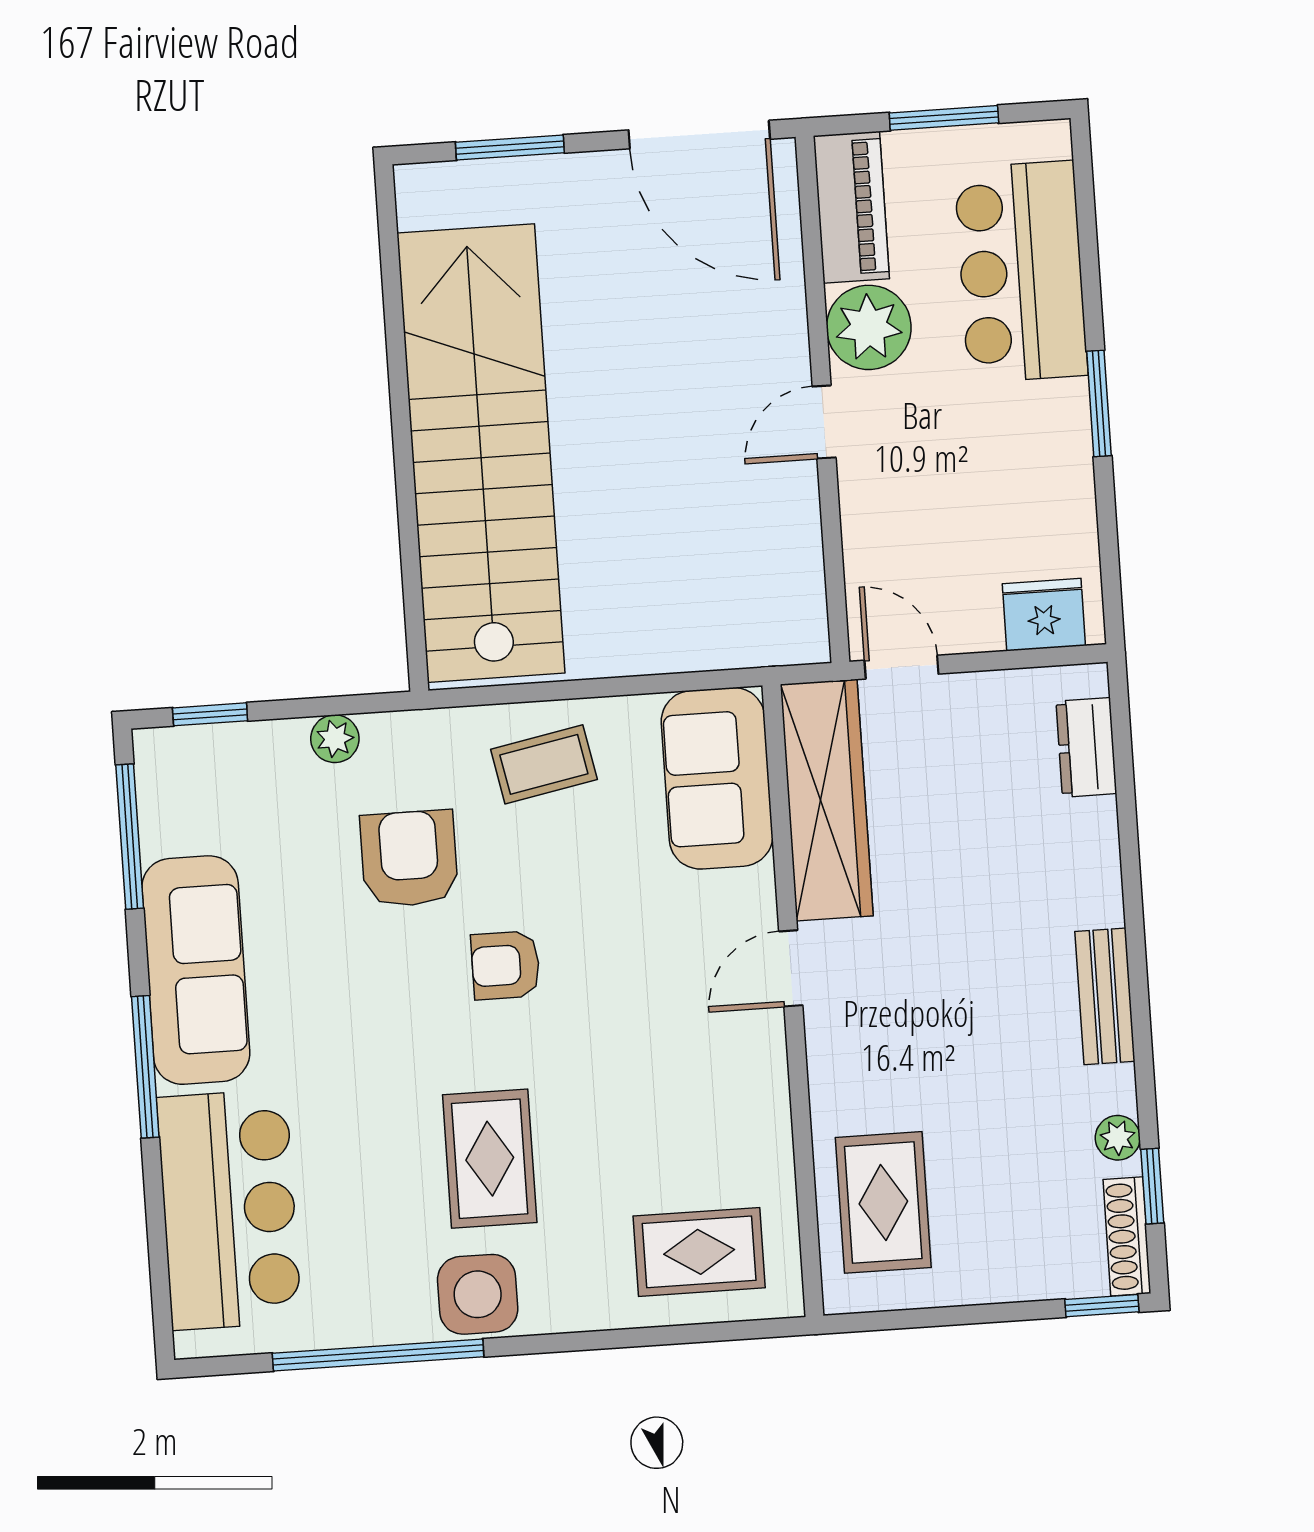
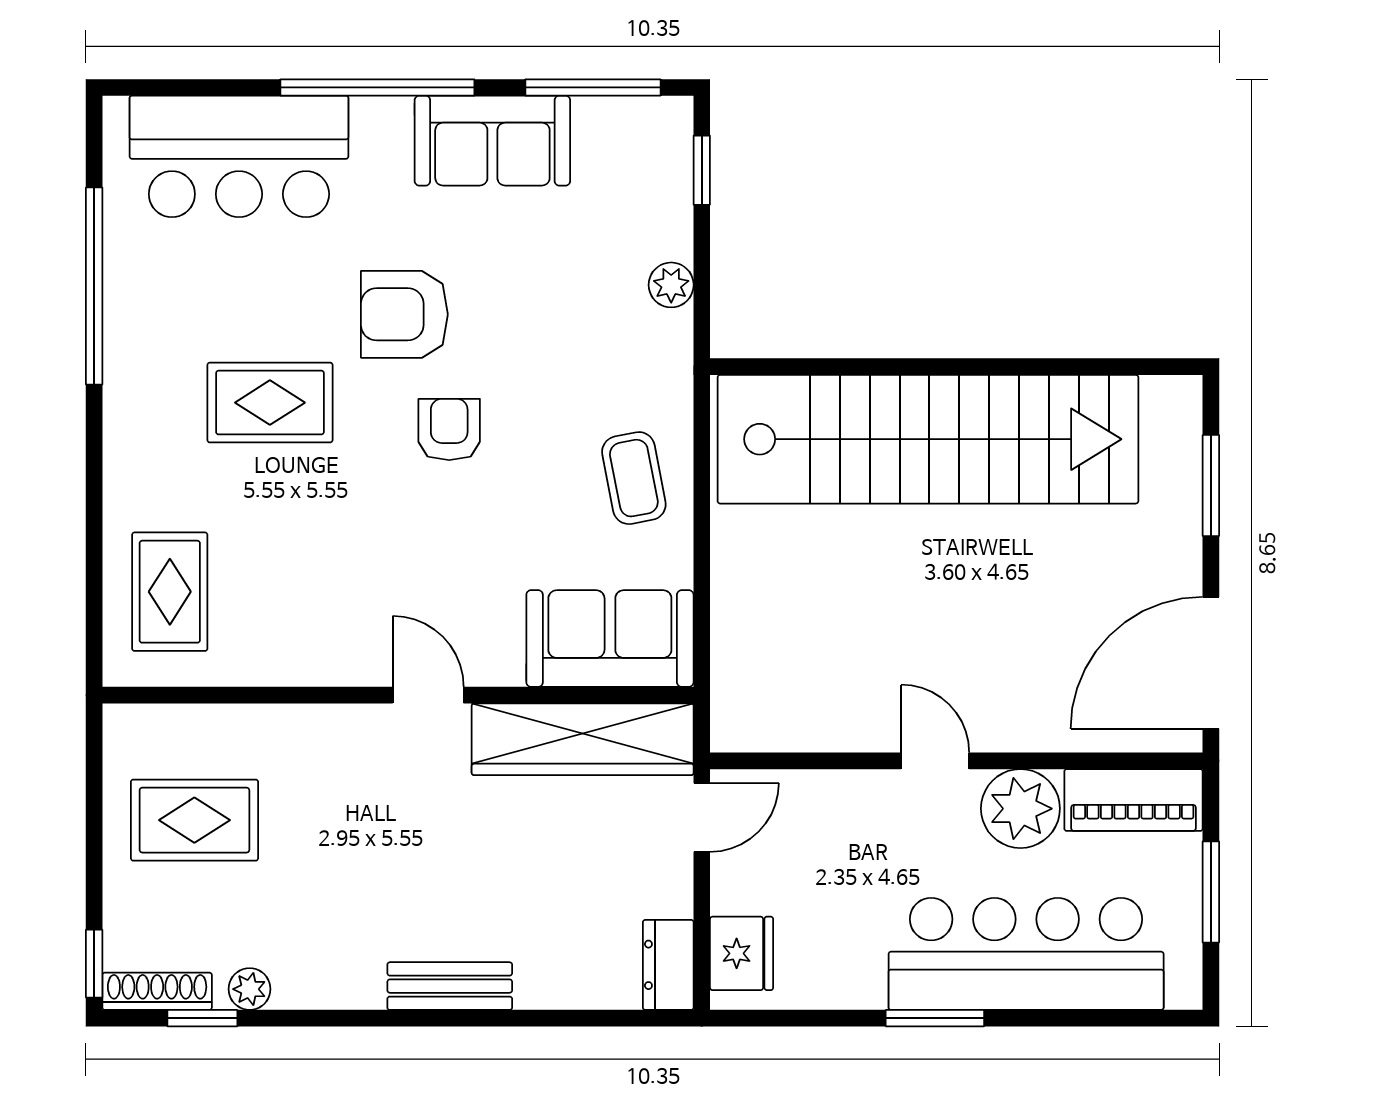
bar counter: (1021, 272) -> (1026, 954), width x1.36
dresser: (1086, 747) -> (668, 965), moved, turned -90
armchair: (409, 859) -> (404, 314), moved, turned 180
sofa: (196, 970) -> (492, 141), width x0.73
bench: (1105, 996) -> (450, 986), moved
window: (145, 1067) -> (377, 87), width x1.46
rug: (883, 1202) -> (194, 820), moved
side table: (478, 1294) -> (144, 383), removed

